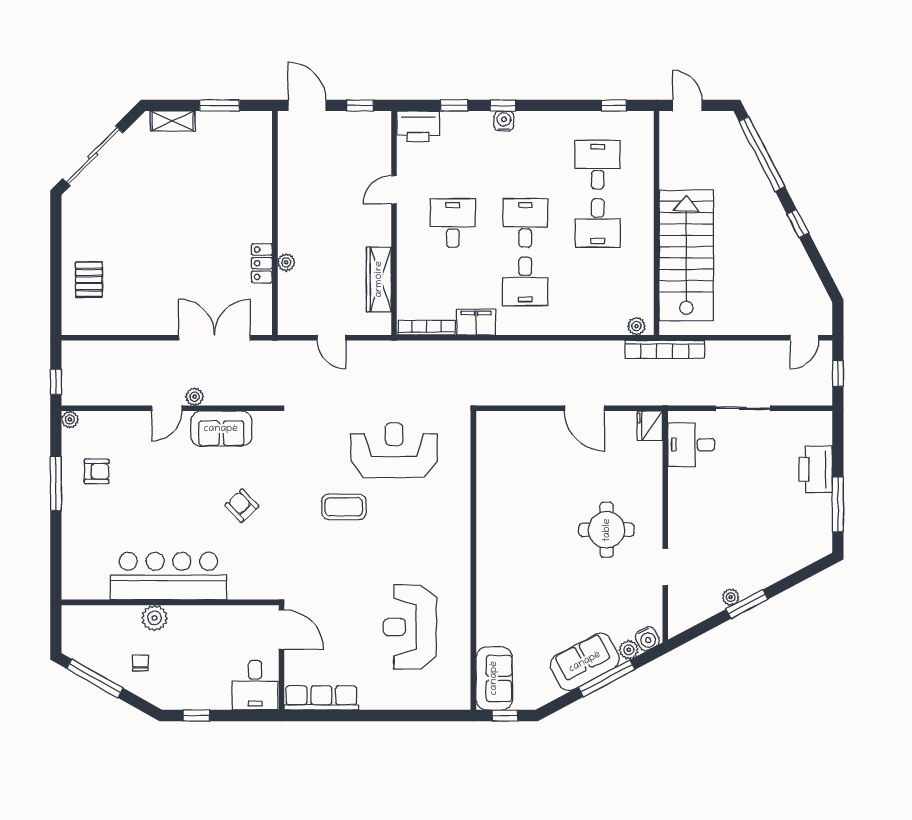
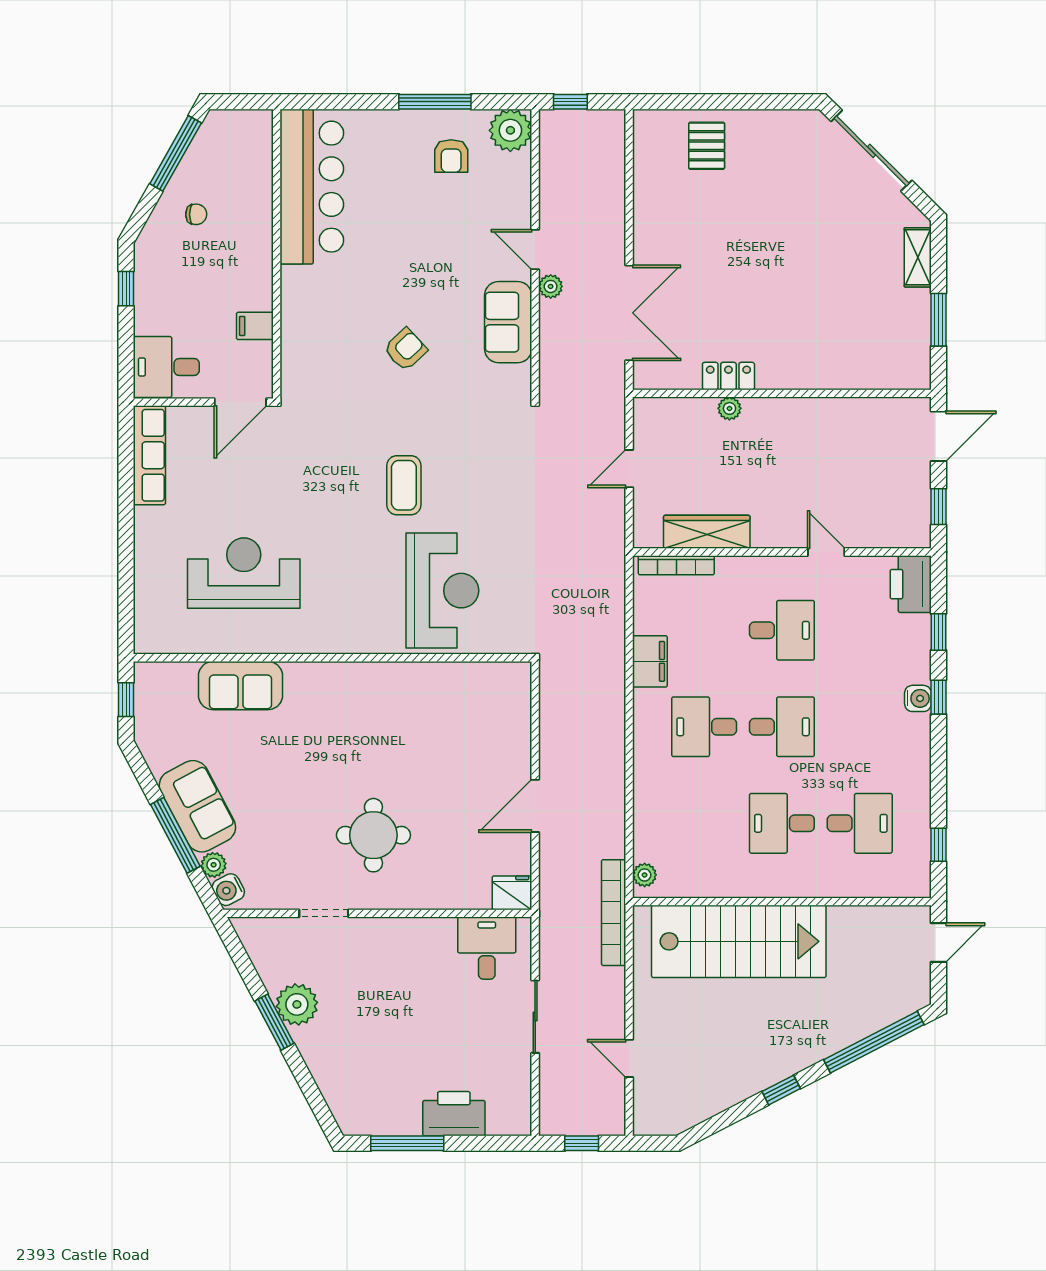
pallet: (89, 280) -> (707, 146), turned 90
bookcase: (426, 328) -> (676, 565), moved, turned 90
door: (804, 338) -> (629, 1058), moved
plant: (70, 419) -> (510, 130), width x1.87, depth x1.87
reception desk: (394, 450) -> (442, 591), moved
bar counter: (168, 576) -> (312, 187), moved
plant: (731, 597) -> (297, 1004), width x1.88, depth x1.88
plant: (154, 618) -> (256, 233), removed
filing cabinet: (224, 619) -> (255, 326), added
sofa: (494, 678) -> (240, 686), moved

